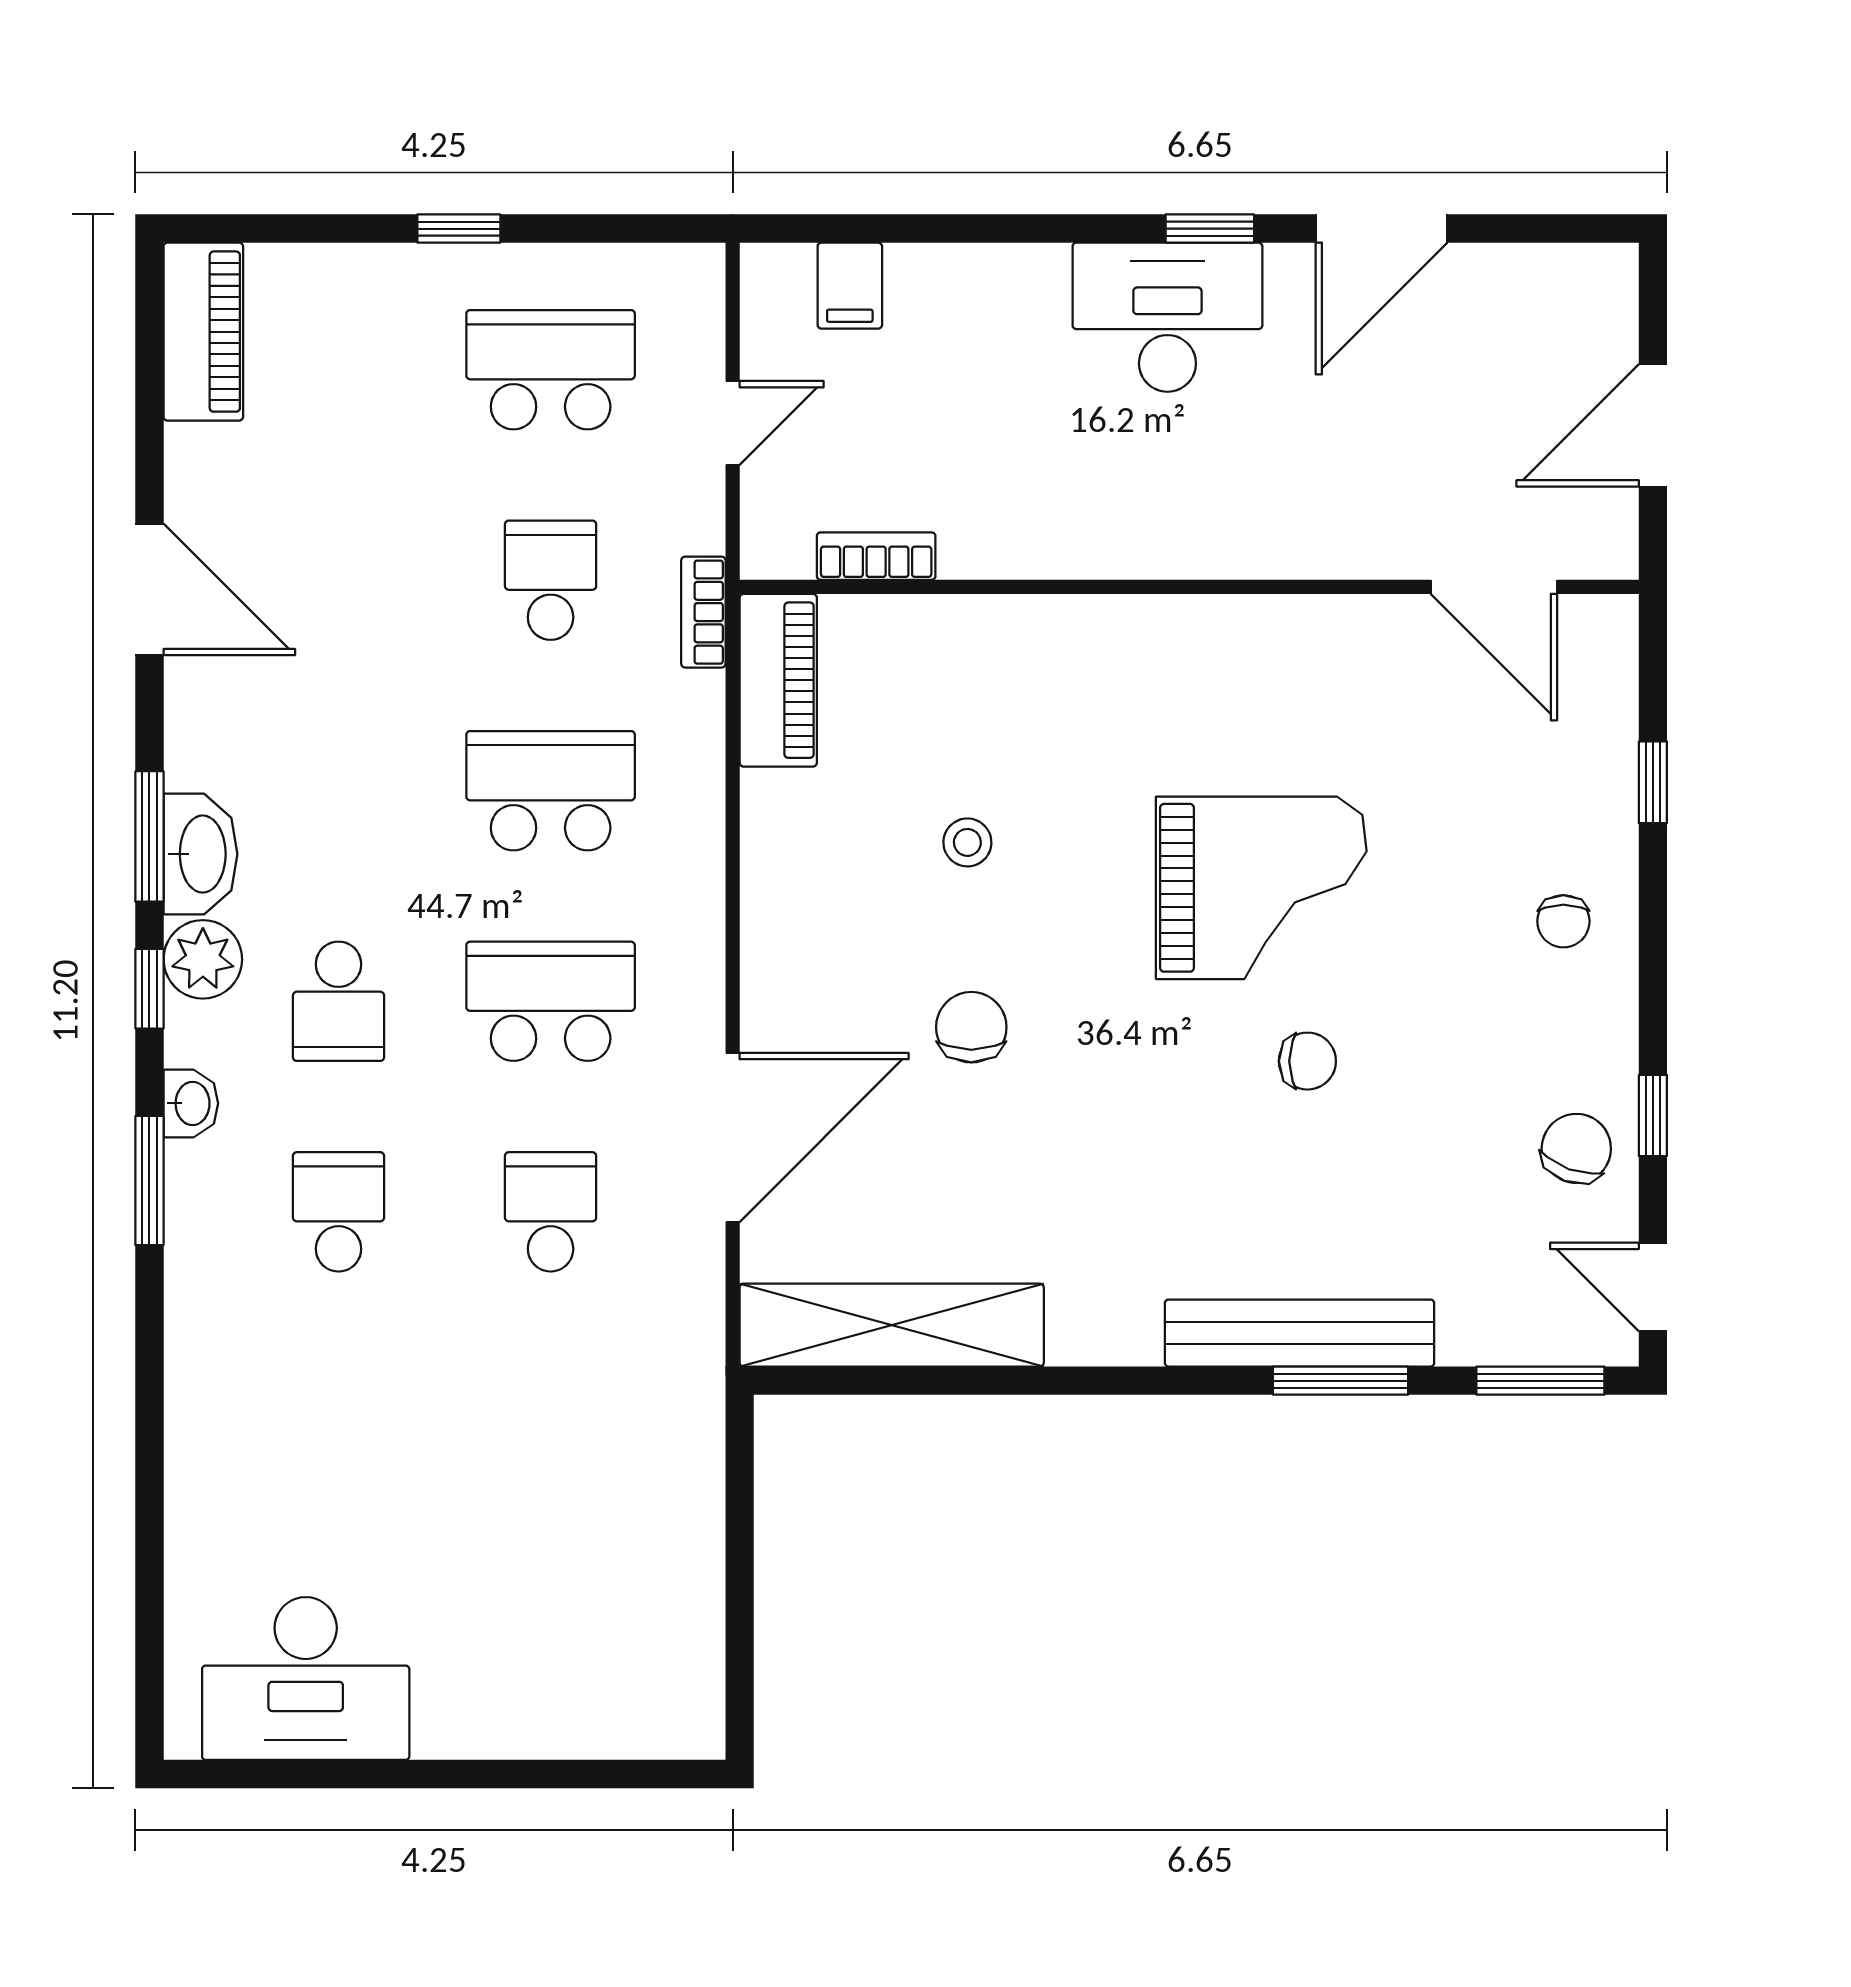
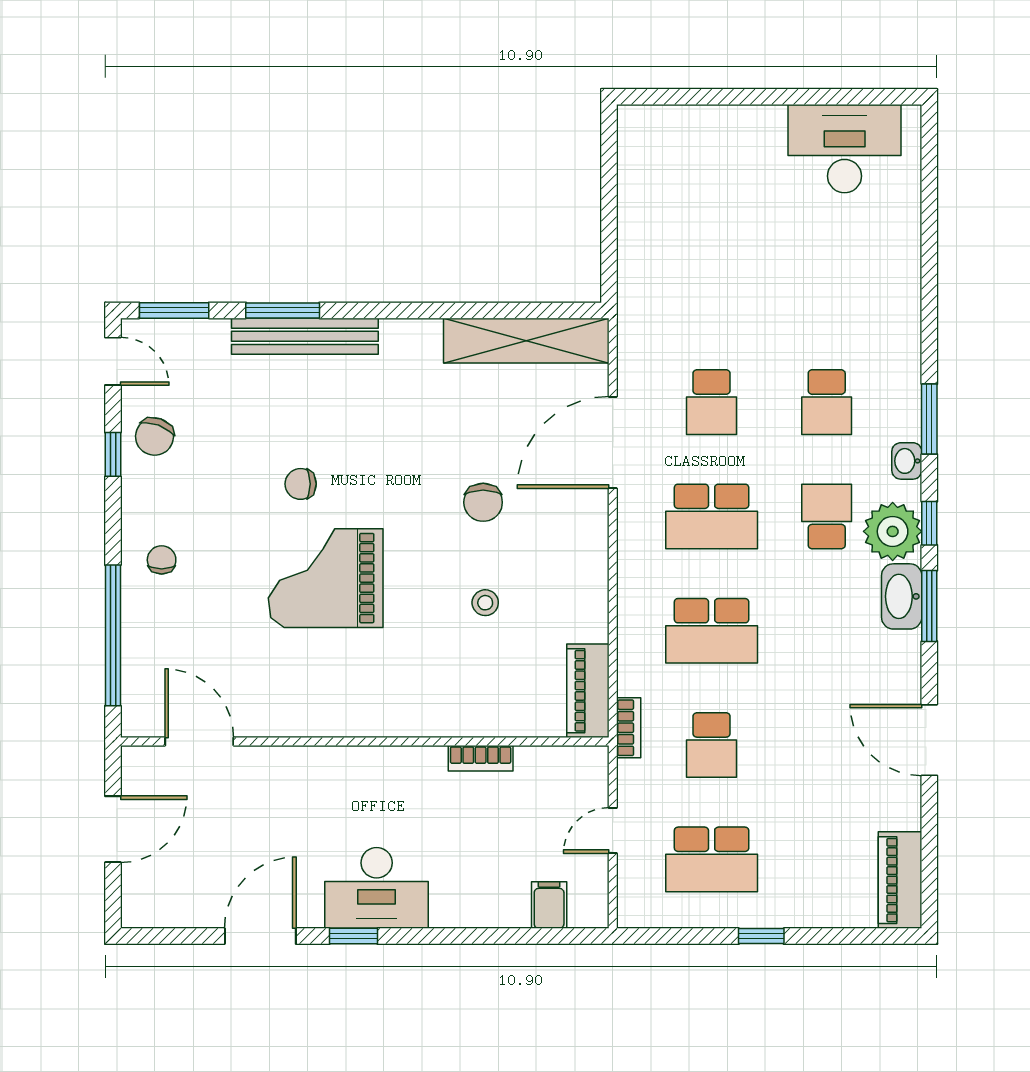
bookcase: (876, 556) -> (481, 758), moved
window: (1653, 782) -> (113, 635), width x3.17
plant: (203, 959) -> (893, 531), width x1.36, depth x1.36

